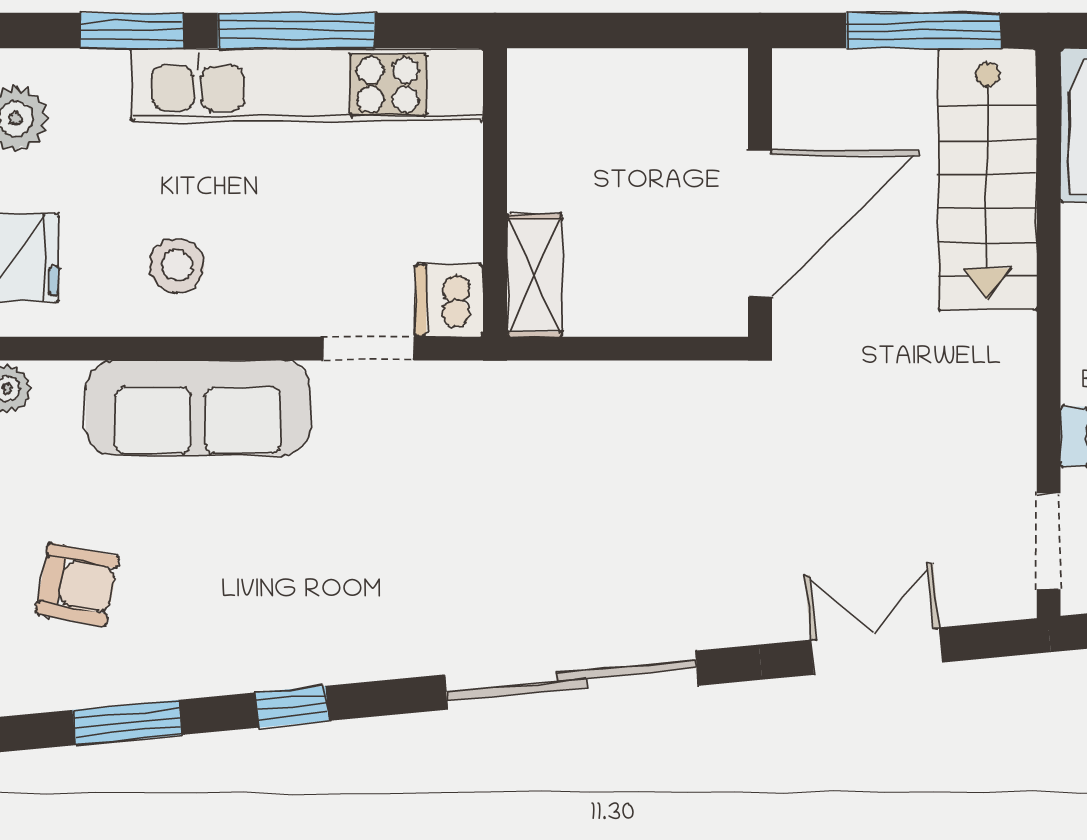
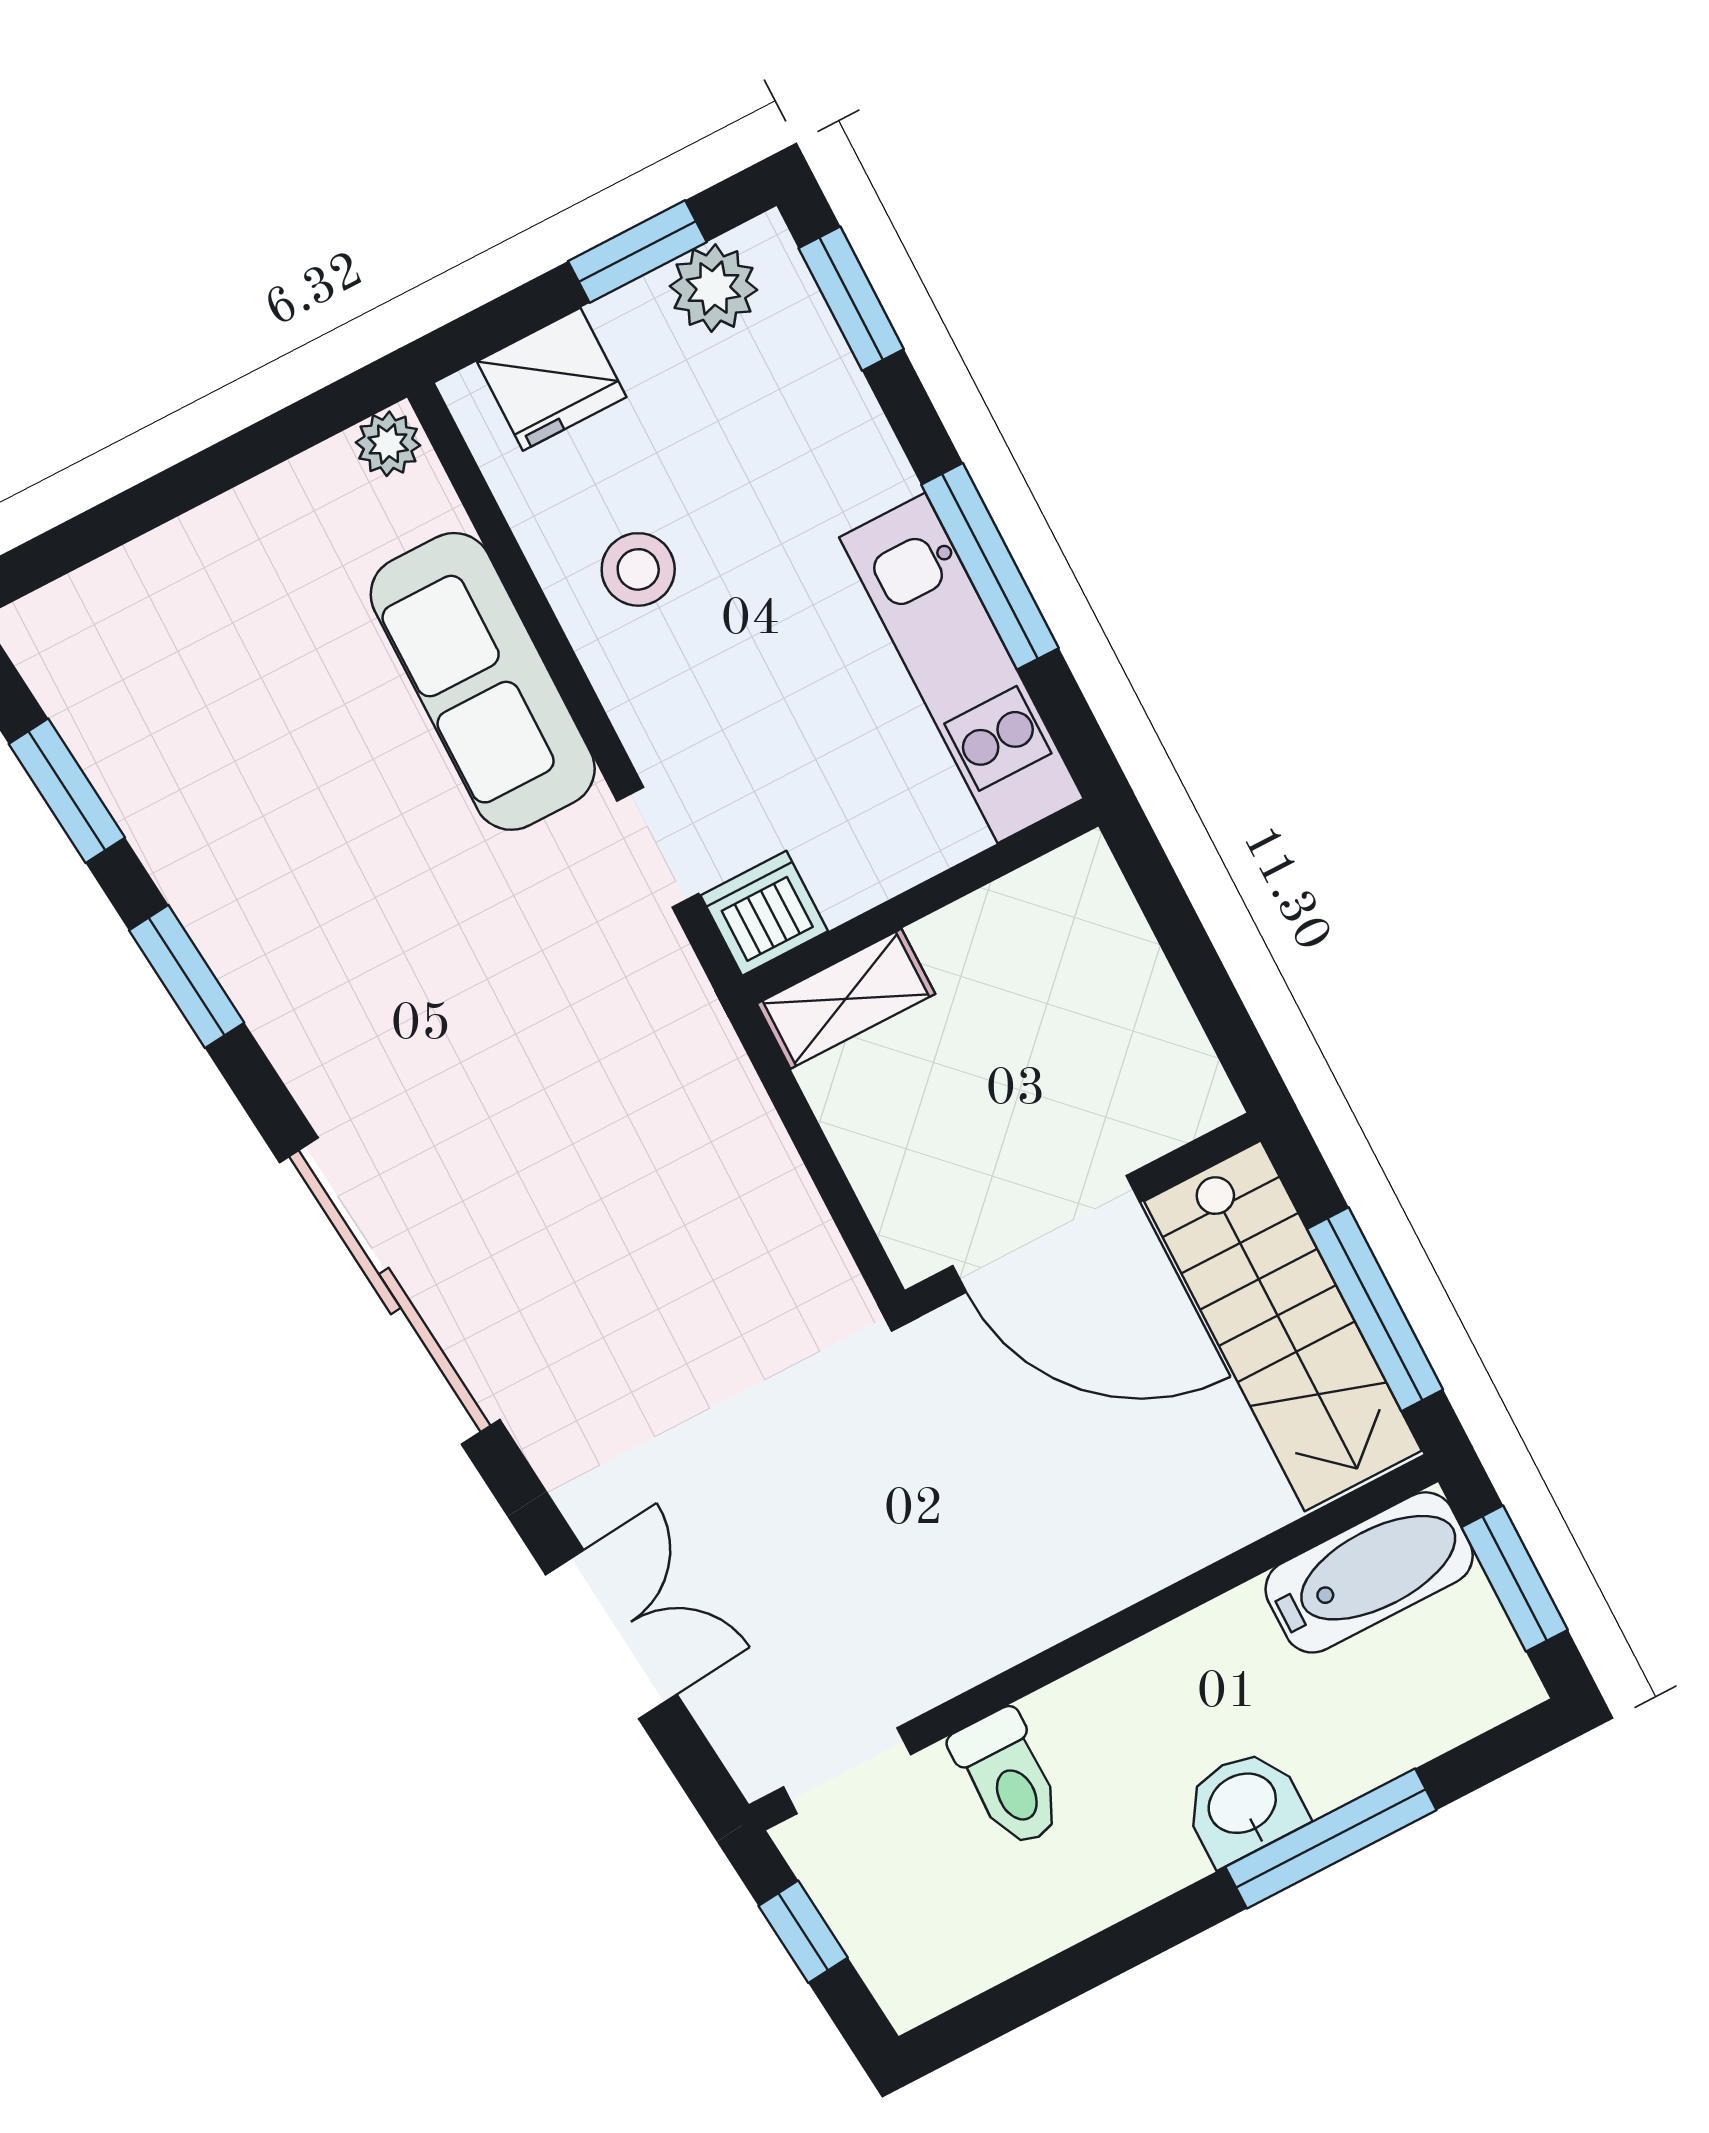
window: (132, 31) -> (851, 299), moved
kitchen unit: (307, 85) -> (961, 668), width x0.73
stairs: (987, 179) -> (1283, 1326), moved, turned -90
armchair: (77, 585) -> (199, 647), removed
window: (292, 707) -> (187, 976), width x1.50

